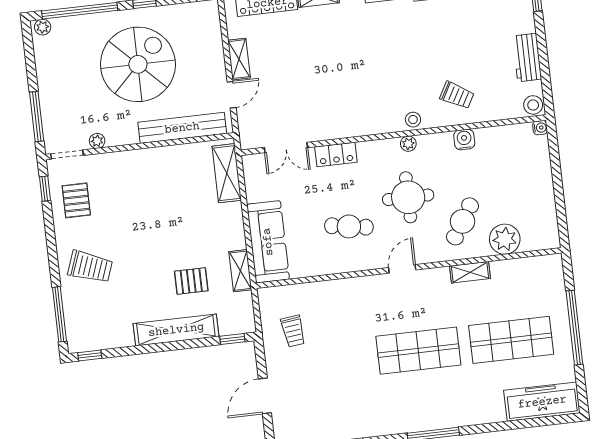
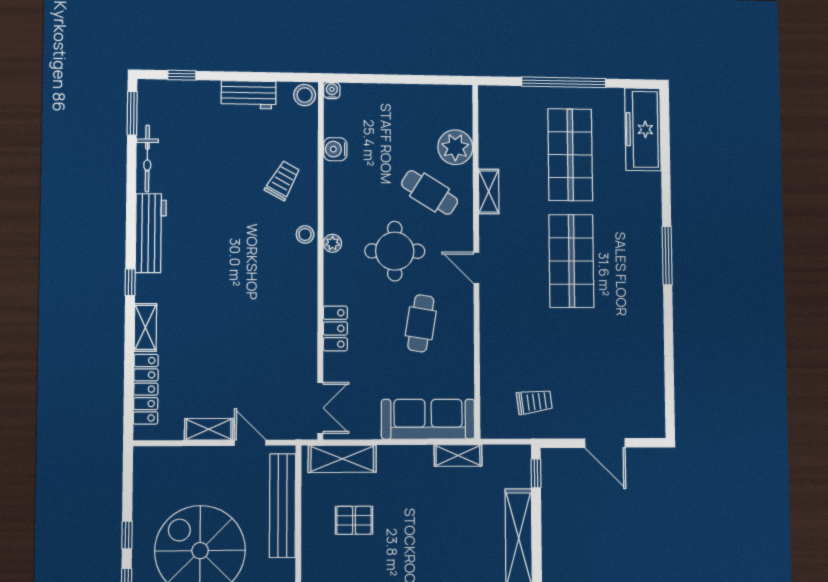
water cooler: (464, 139) -> (335, 149), moved
double door: (286, 148) -> (320, 408), moved
pallet: (191, 281) -> (354, 520), moved, turned 90

